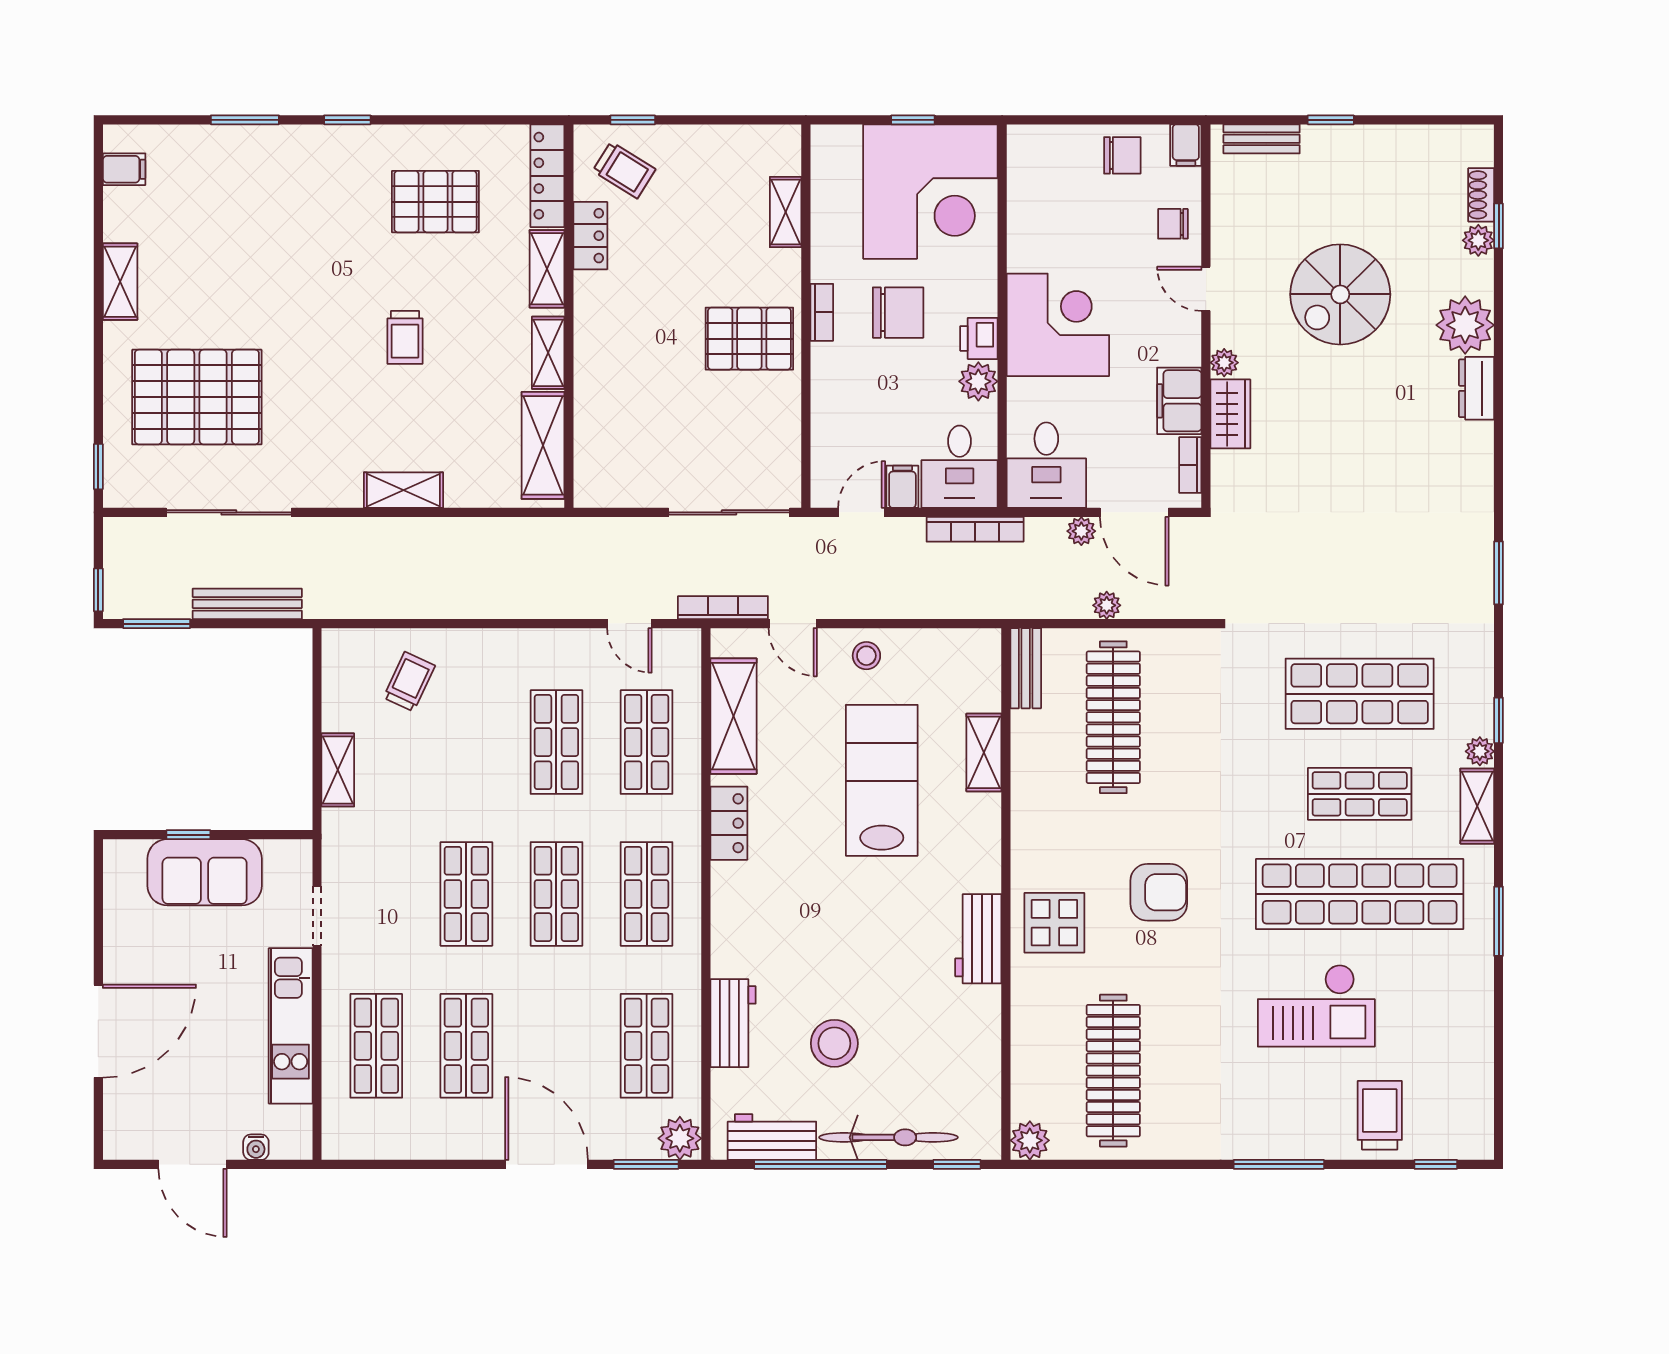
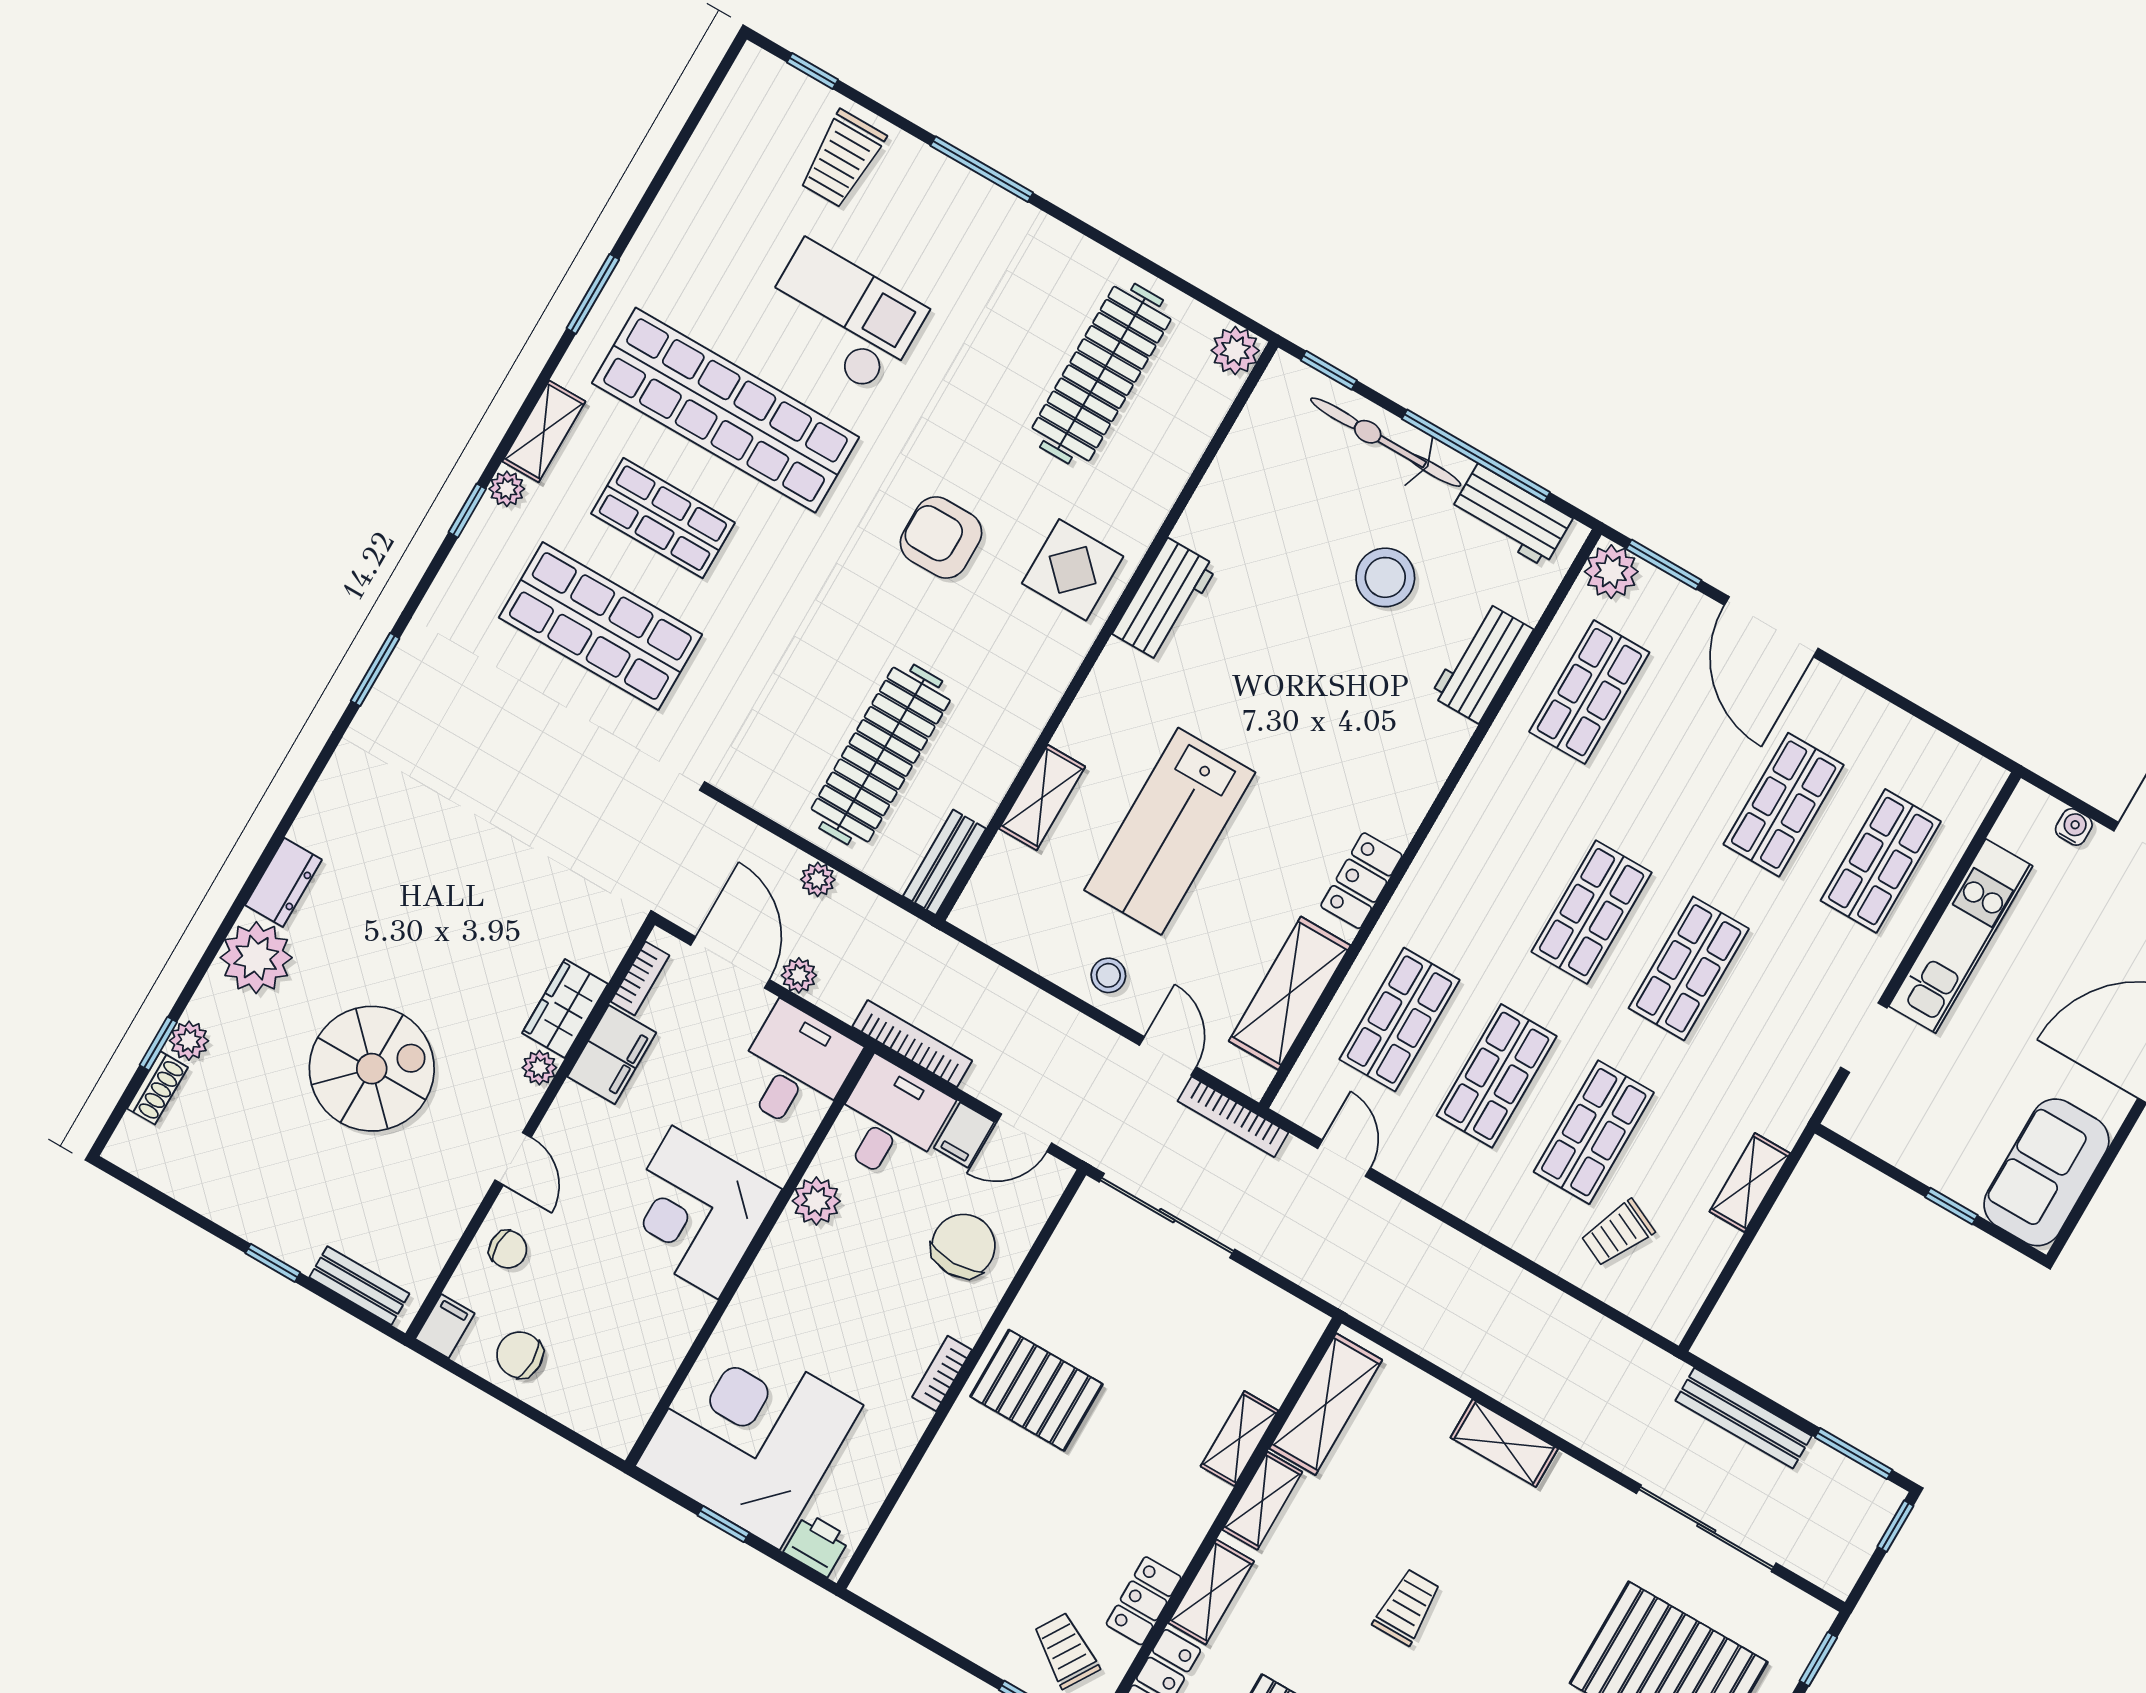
shelving: (786, 212) -> (1239, 1438), moved
chair: (898, 313) -> (963, 1246), moved, turned 90
printer: (979, 338) -> (817, 1545), moved, turned -90
sofa: (205, 872) -> (2046, 1172), moved, turned -90
shop shelf: (647, 894) -> (1594, 1132), moved

